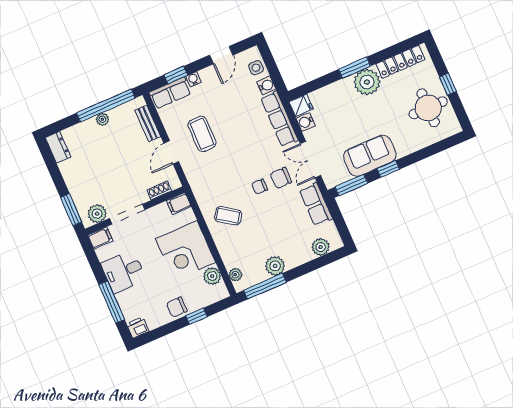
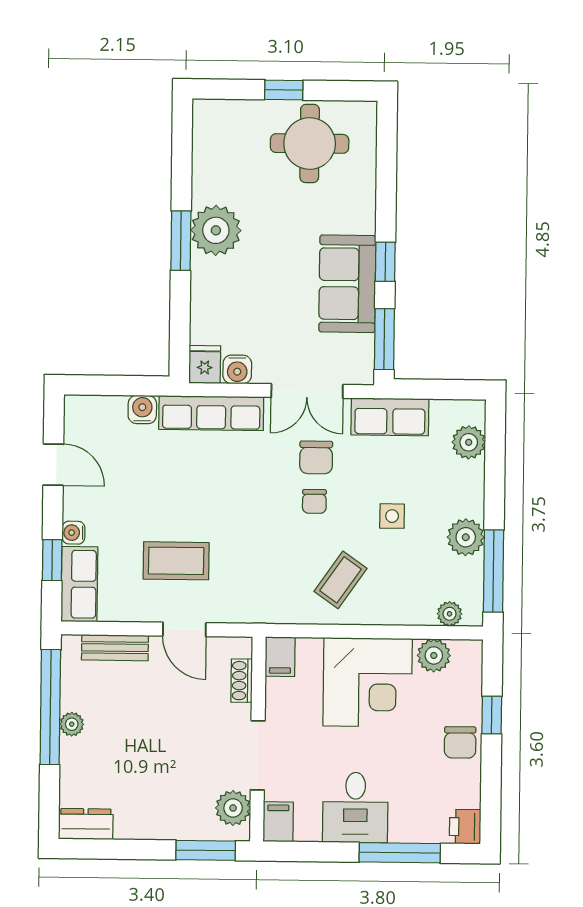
locker: (400, 62) -> (207, 156), removed
side table: (256, 68) -> (392, 516), moved

